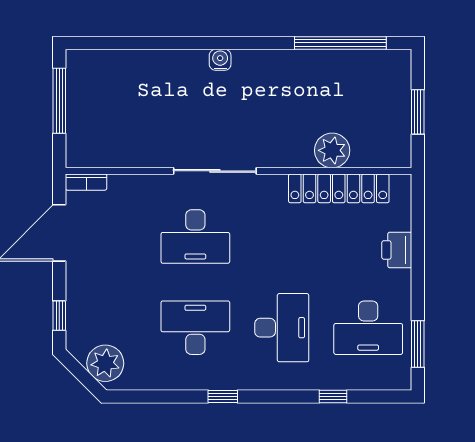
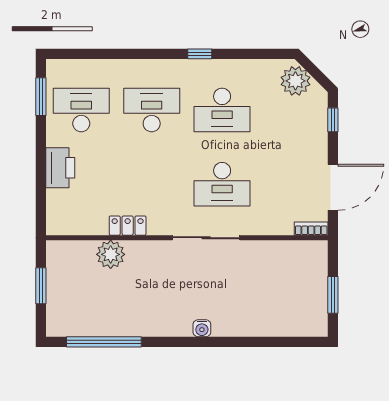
window: (59, 101) -> (333, 295), width x0.69
locker: (339, 188) -> (128, 226), width x0.46, depth x0.83
desk: (195, 237) -> (222, 184), turned 180
printer: (397, 250) -> (60, 168), width x1.37, depth x1.19
desk: (282, 328) -> (152, 110), turned 90
window: (333, 397) -> (110, 54), removed

